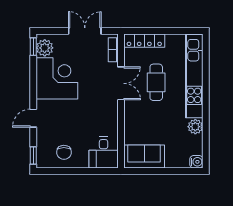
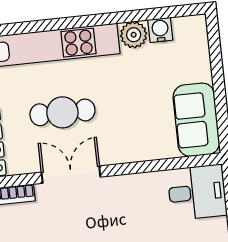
water cooler: (196, 162) -> (160, 30), moved

